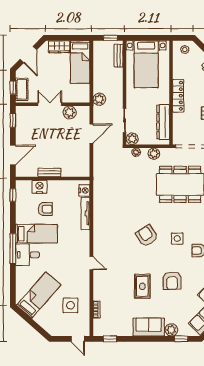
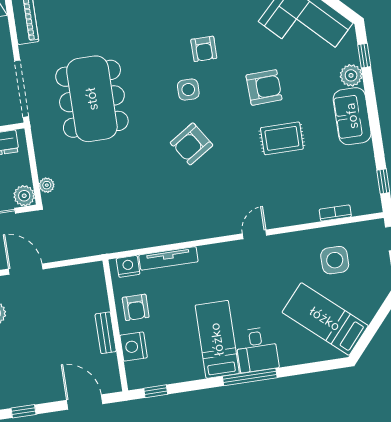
plant: (154, 154) -> (45, 153), removed
armchair: (45, 209) -> (136, 307), moved, turned 180

